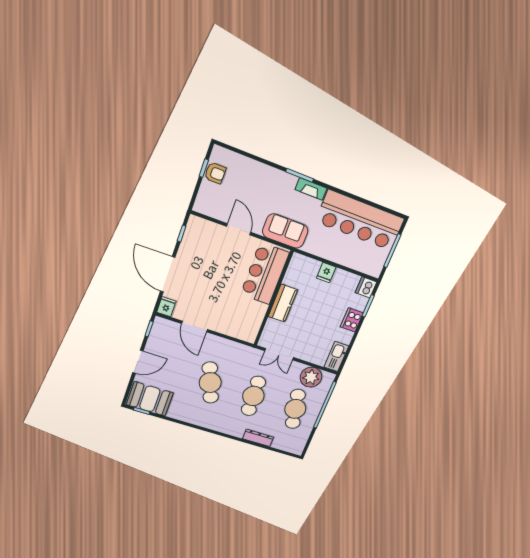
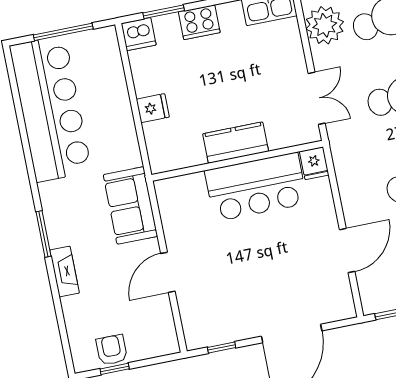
fireplace: (311, 189) -> (65, 272), moved
bar counter: (265, 274) -> (256, 187), moved
fridge: (166, 307) -> (314, 163), moved, turned -90

